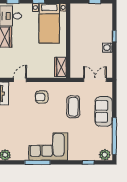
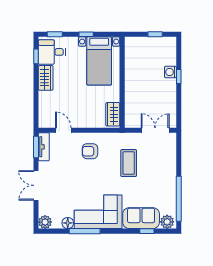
washing machine: (108, 48) -> (170, 72), moved
door: (20, 80) -> (63, 130), hinge flipped
sofa: (104, 111) -> (141, 218), moved, turned 90
floor lamp: (24, 156) -> (68, 223), added

